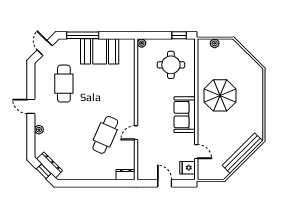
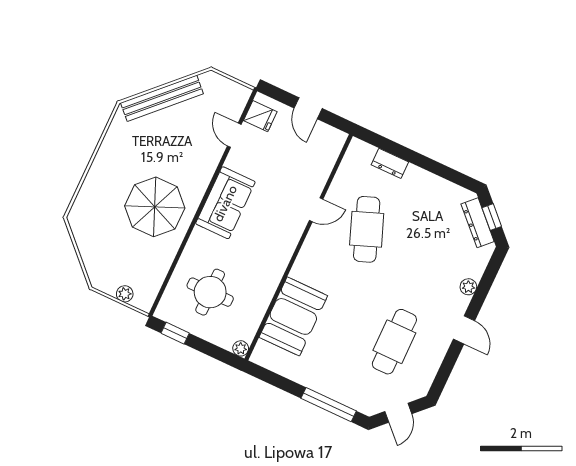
booth: (100, 51) -> (293, 316), moved, turned 90
cafe table: (105, 135) -> (367, 229), turned -45
dresser: (126, 175) -> (390, 163), moved

